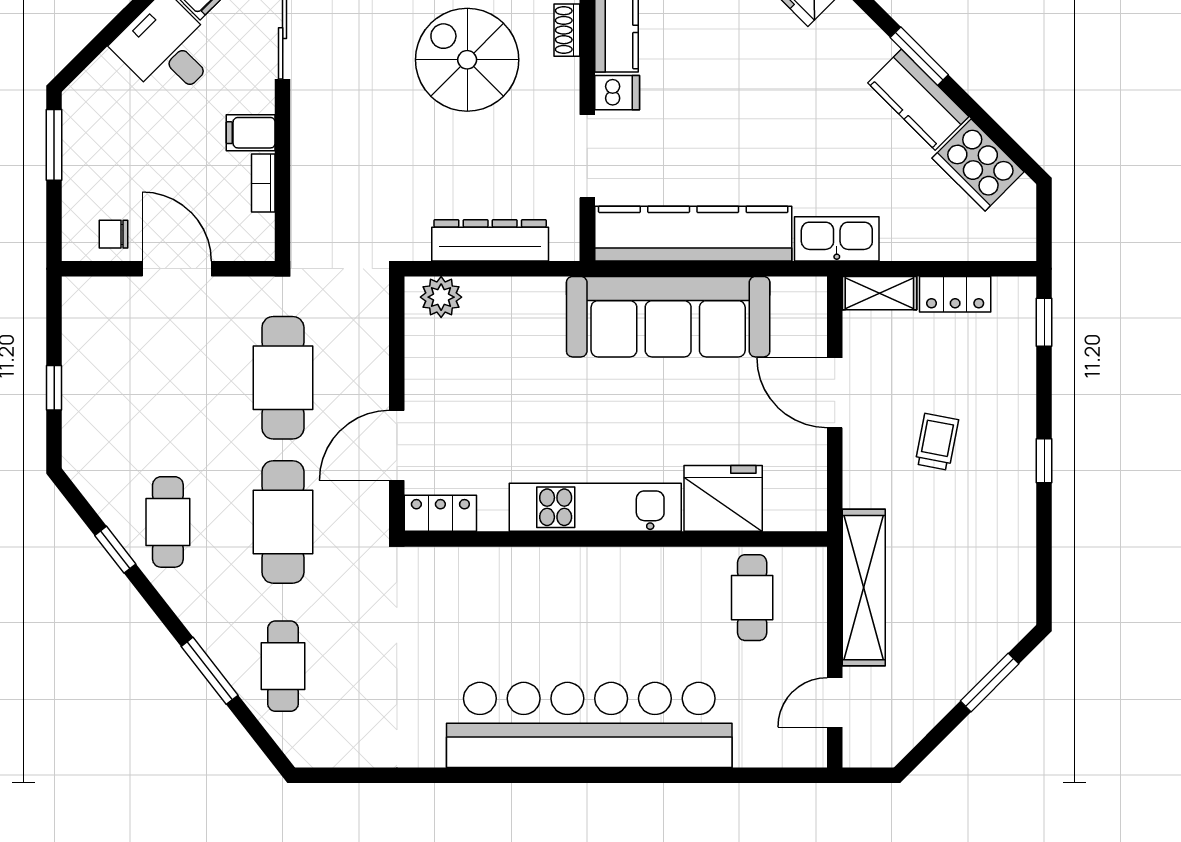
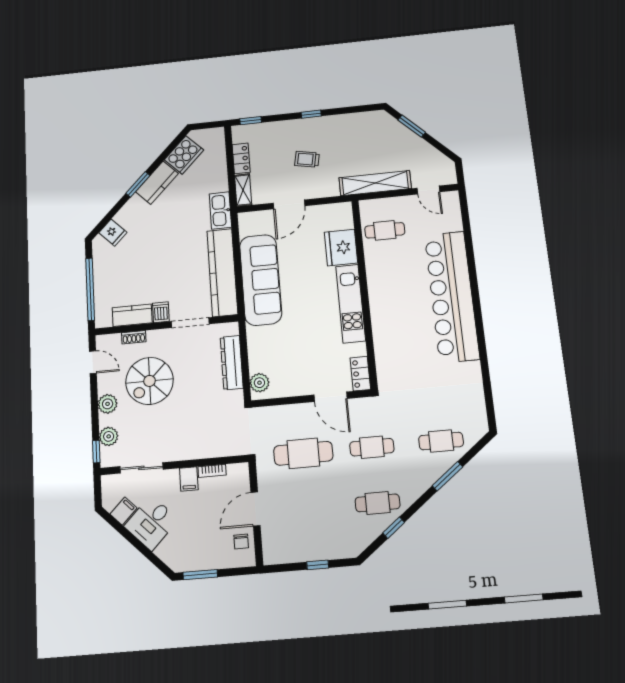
cafe table: (283, 522) -> (372, 447), width x0.73, depth x0.74

